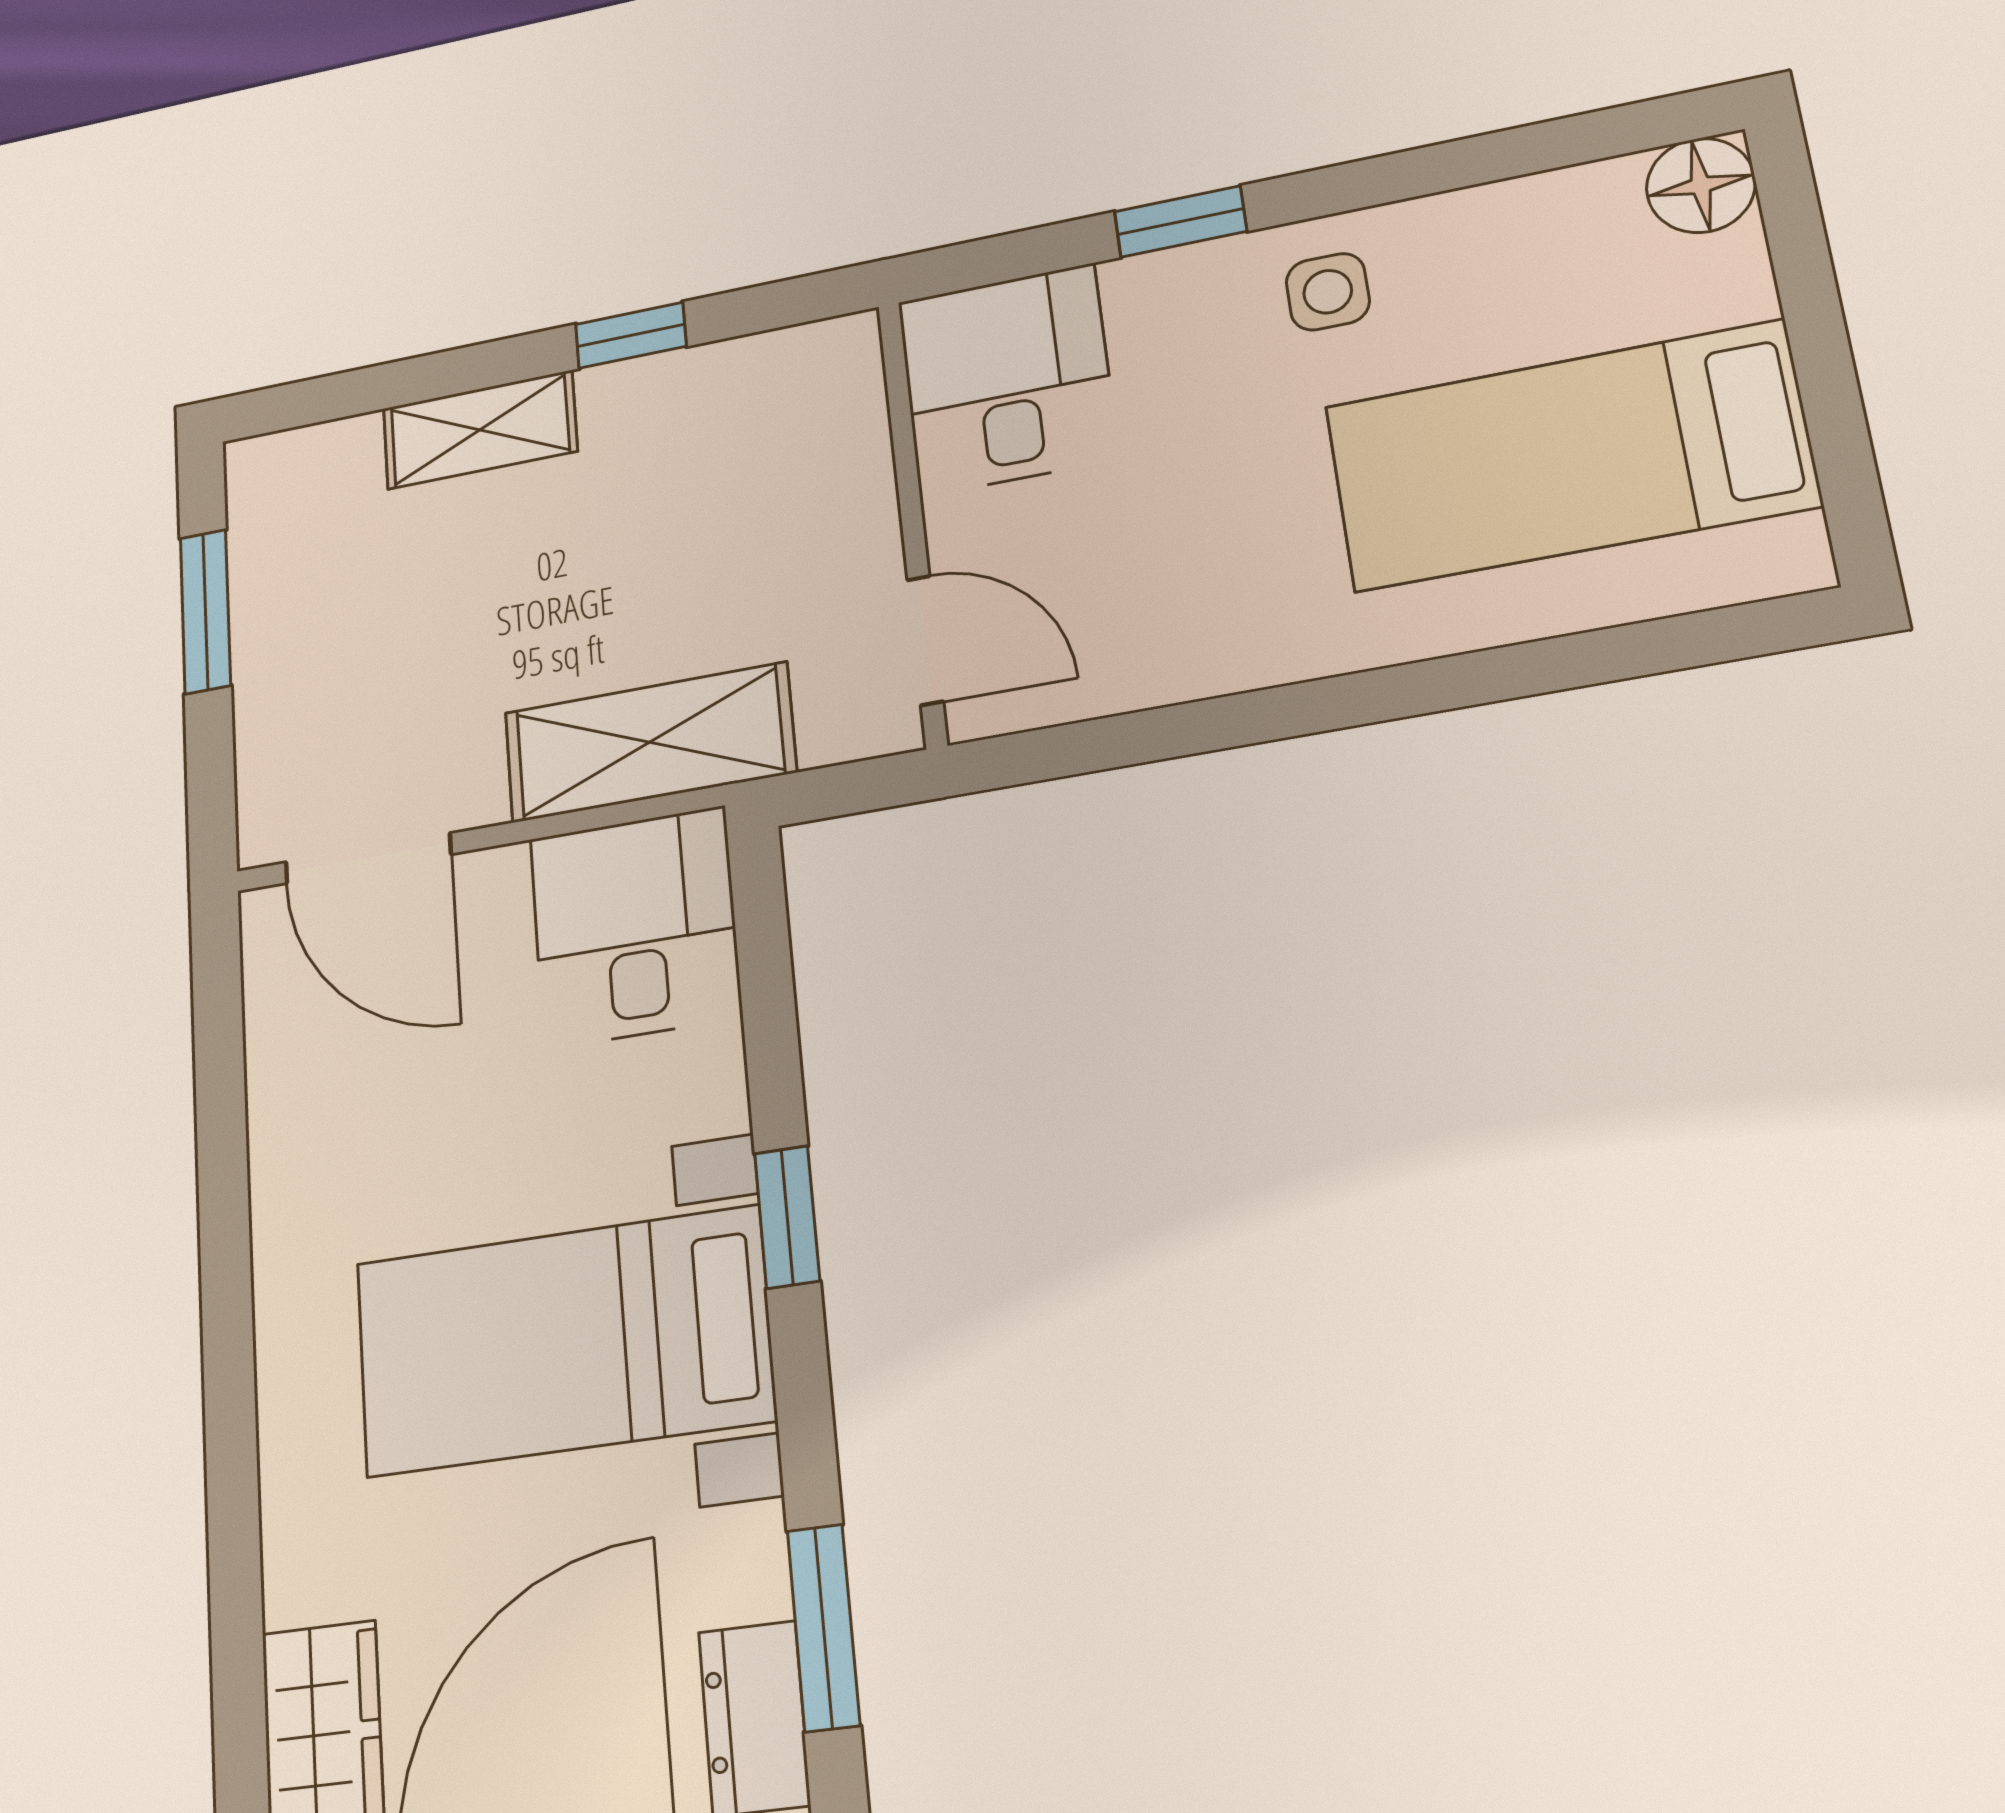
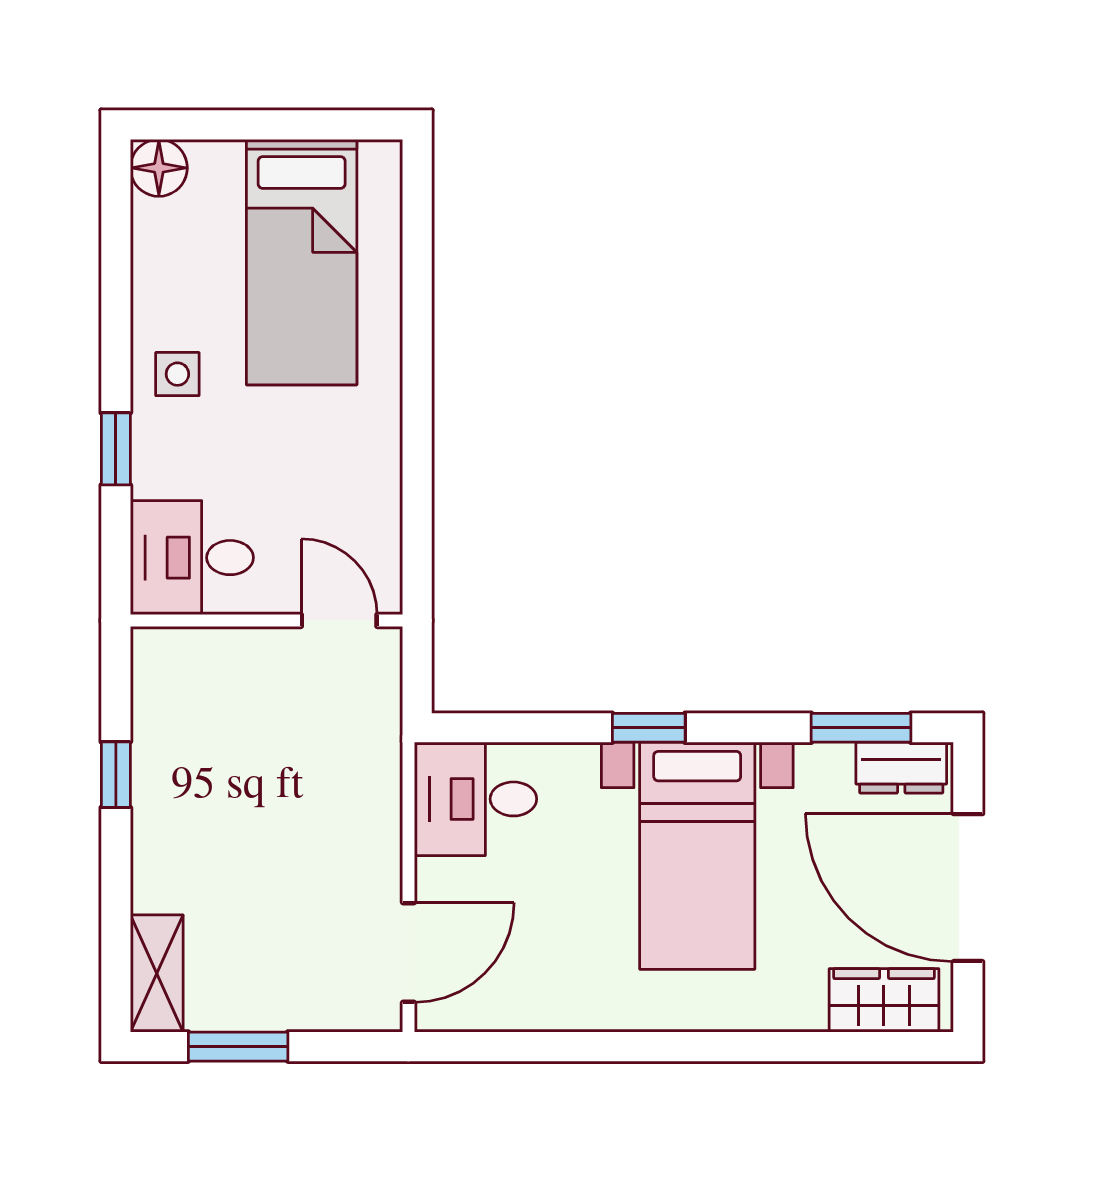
shelving: (480, 430) -> (157, 973), moved
door: (925, 640) -> (339, 621), hinge flipped
shelving: (649, 742) -> (370, 783), removed

